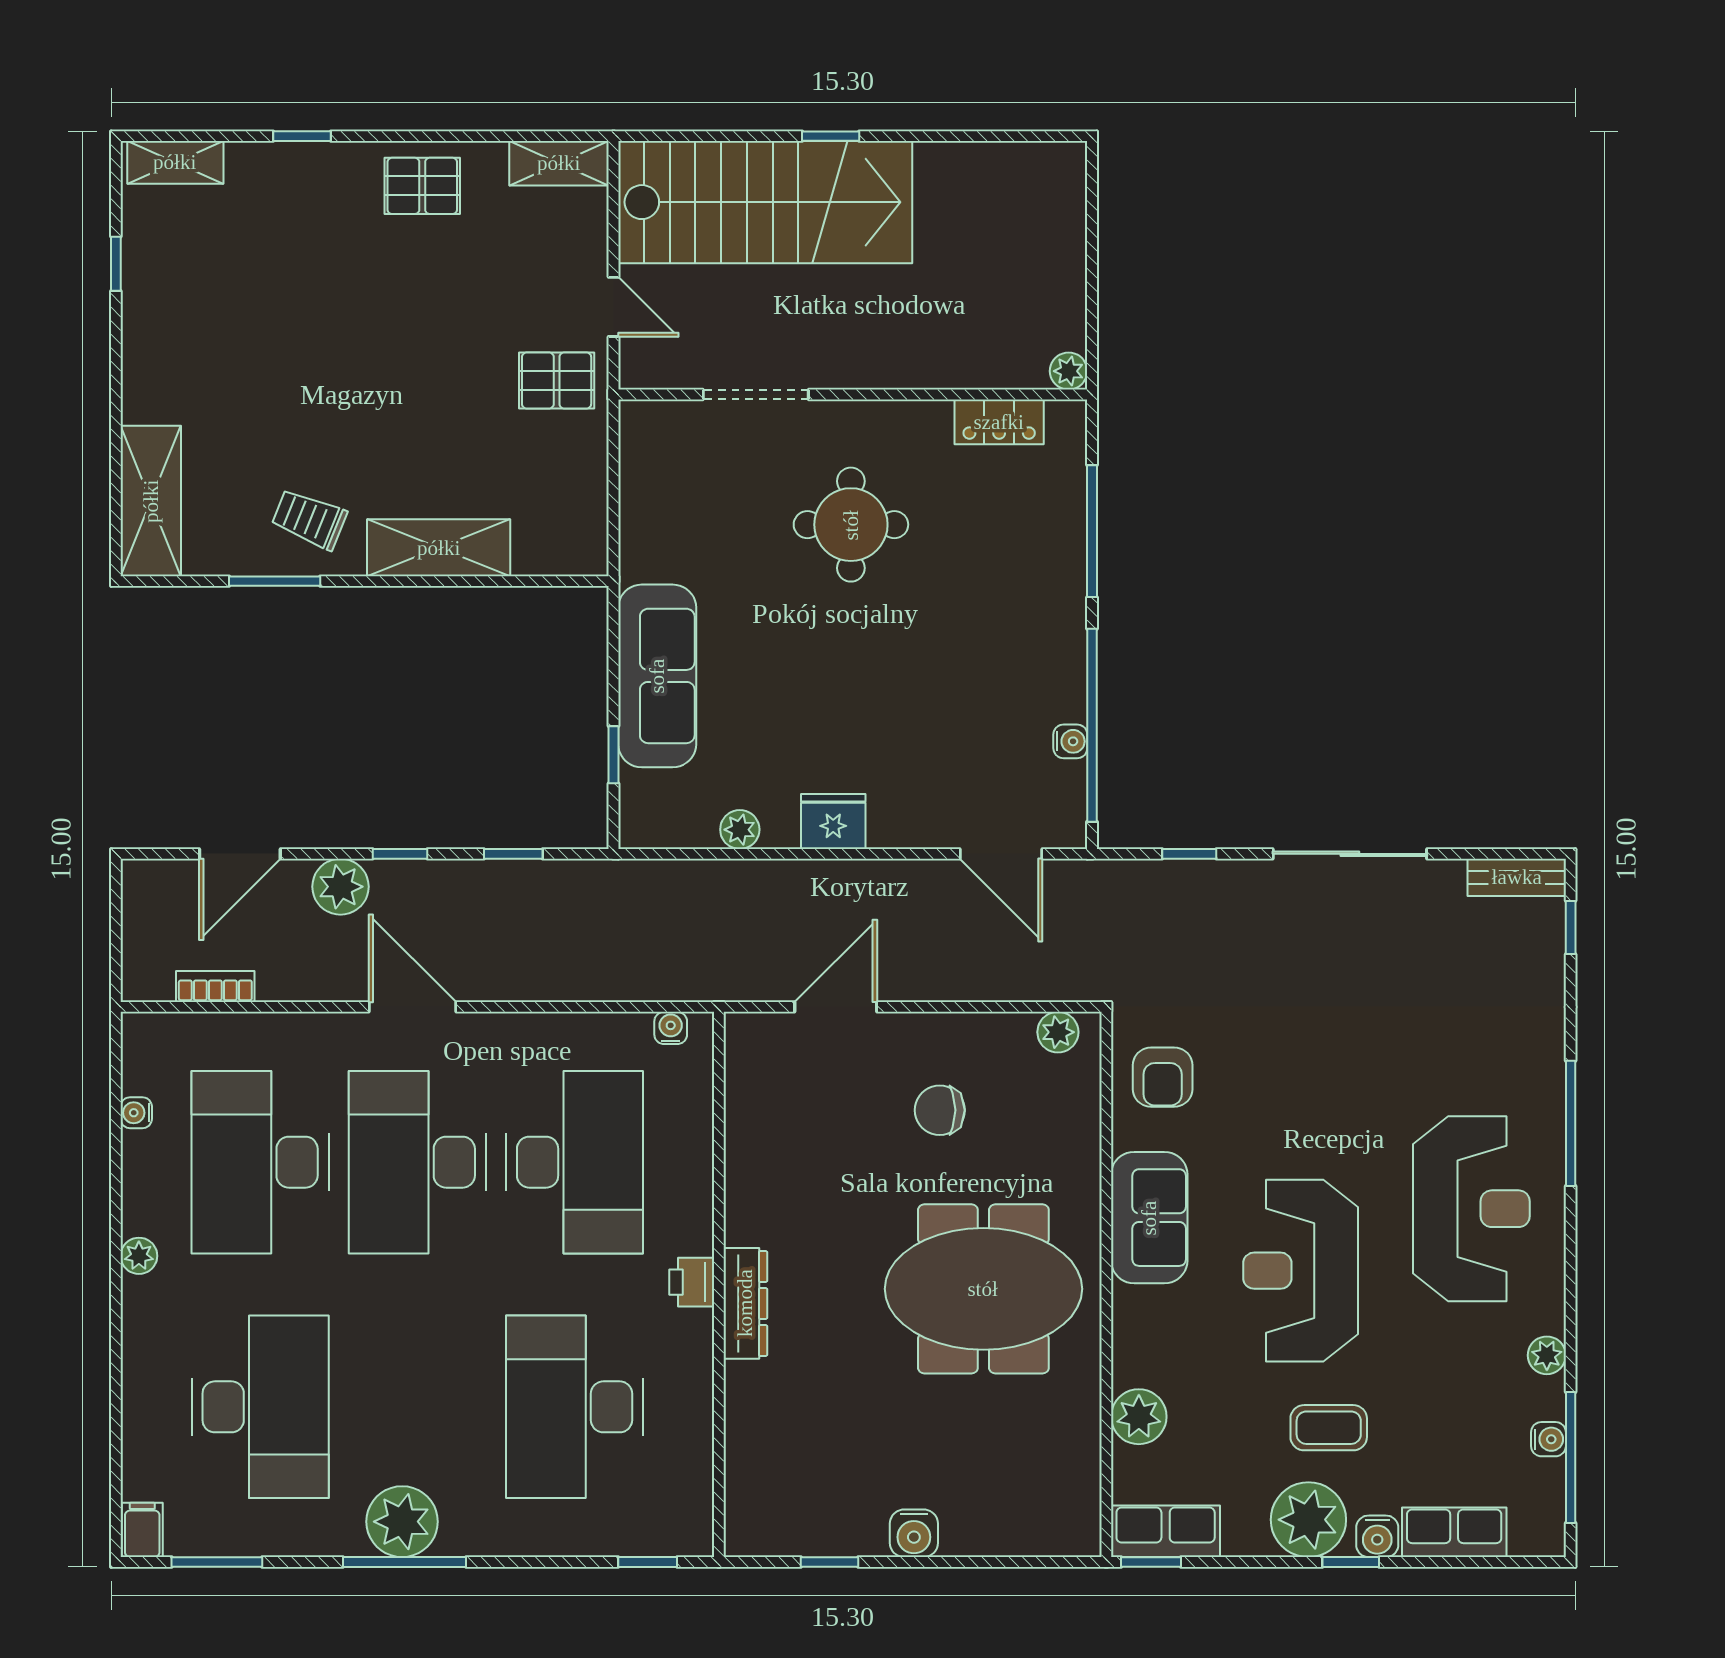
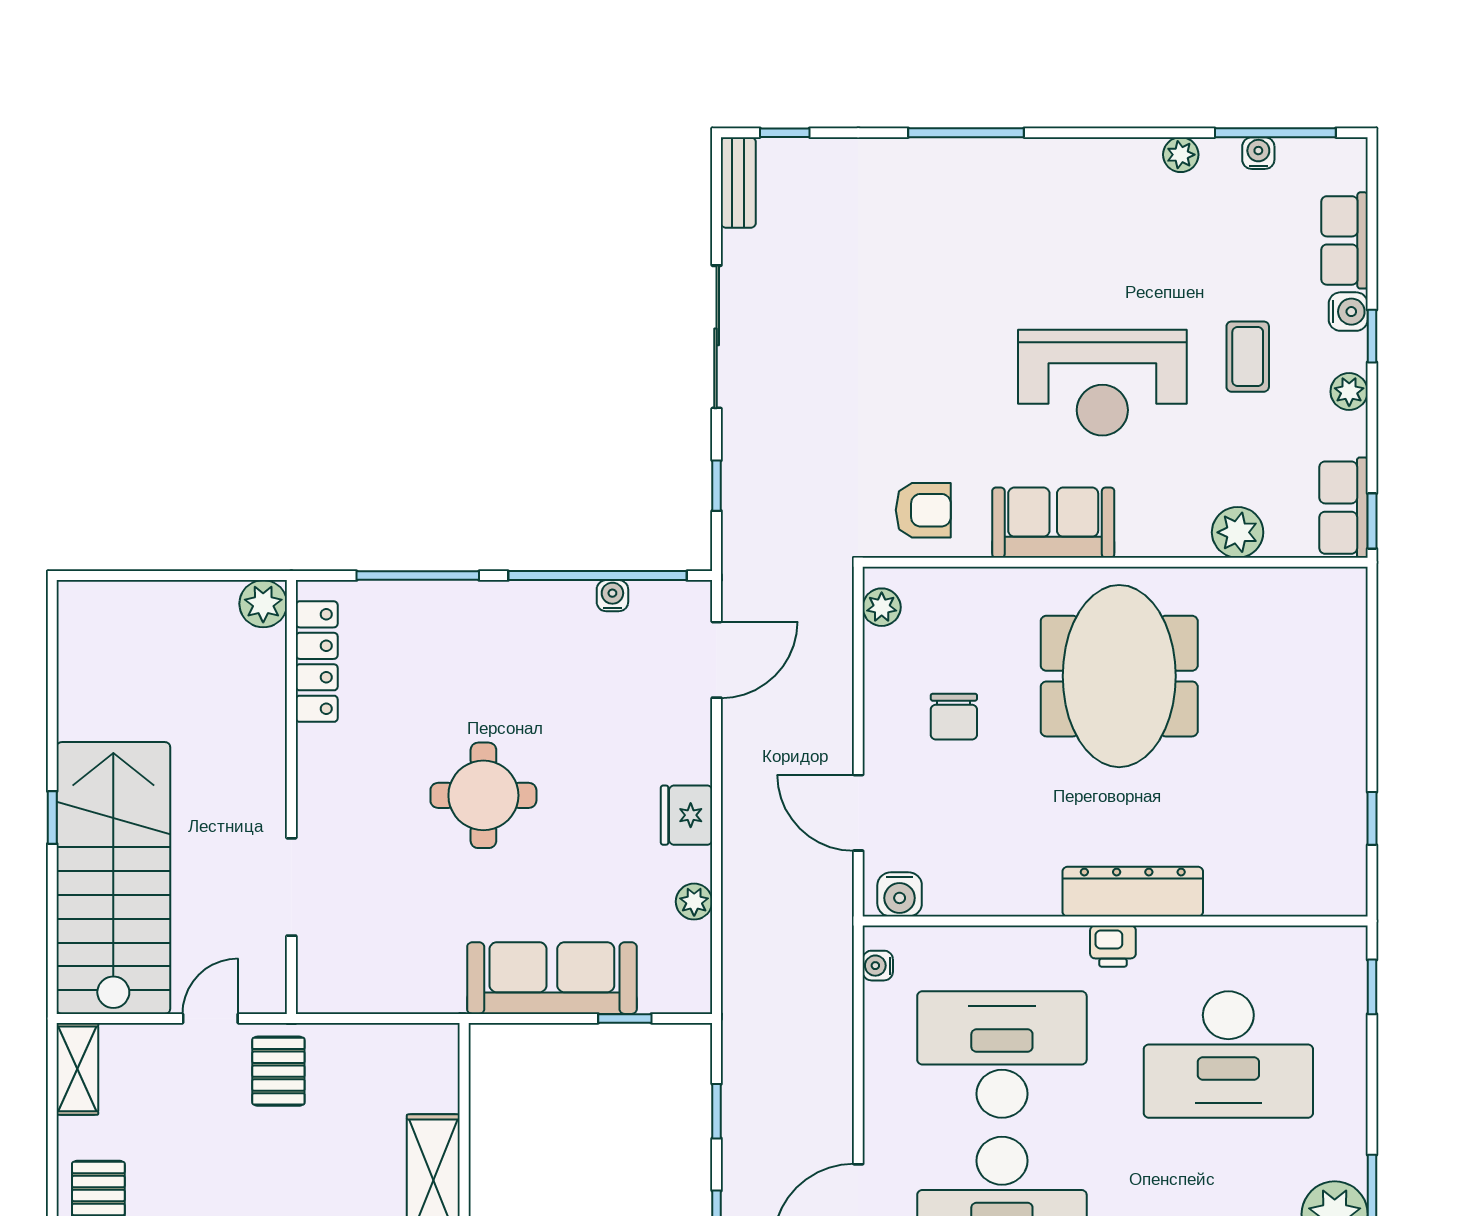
plant: (1069, 371) -> (263, 604), width x1.38, depth x1.38
locker: (999, 422) -> (317, 662), width x1.53
round table: (851, 525) -> (483, 795), moved
reception desk: (1471, 1209) -> (1045, 224), removed
dresser: (745, 1303) -> (1133, 892), width x1.37, depth x1.24
plant: (1308, 1520) -> (1349, 392), width x0.53, depth x0.53
water cooler: (914, 1533) -> (900, 894), moved, turned 90

